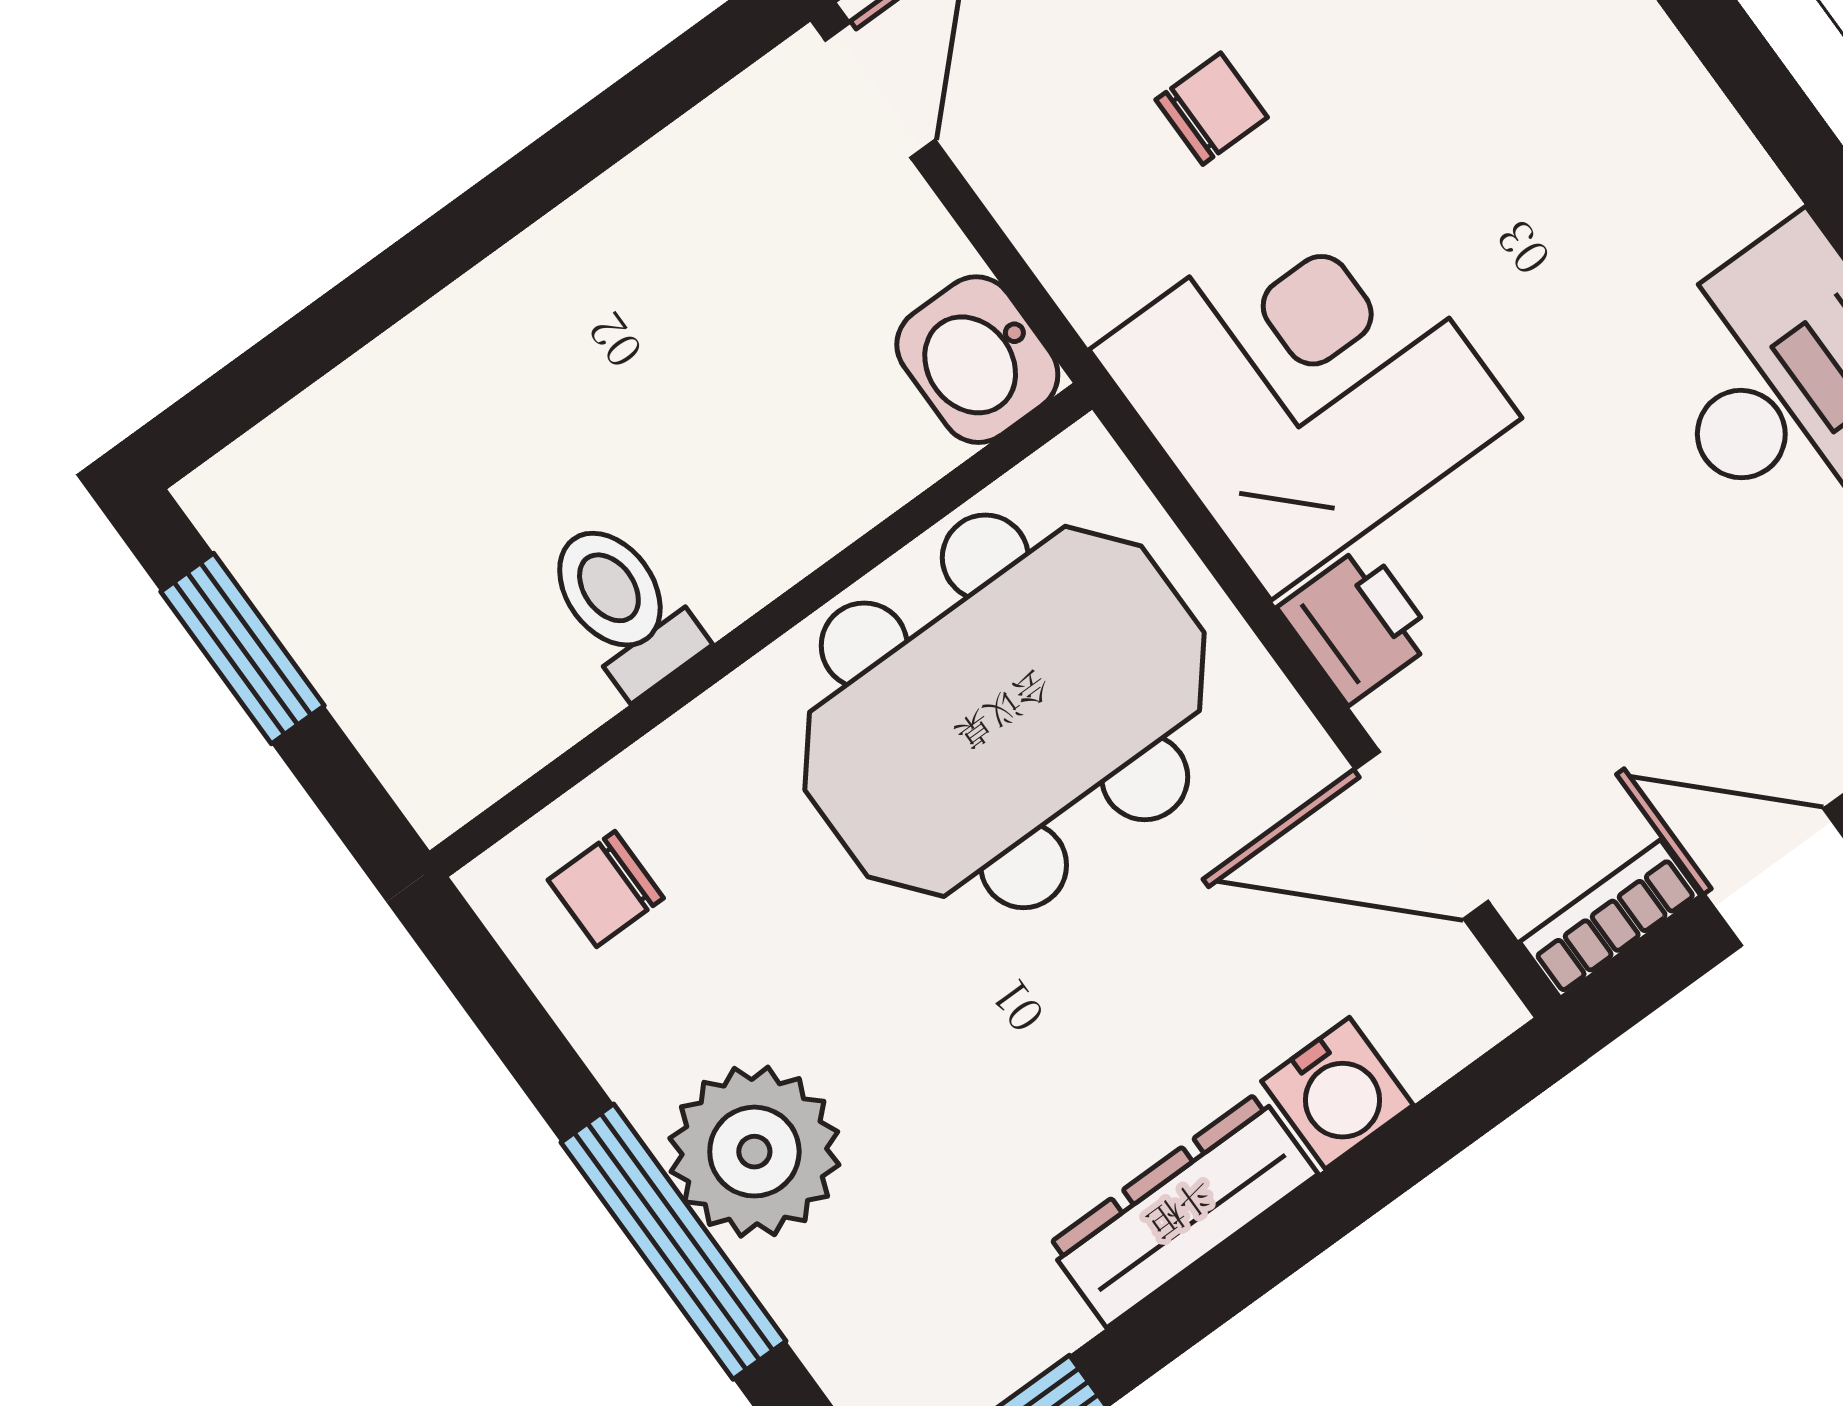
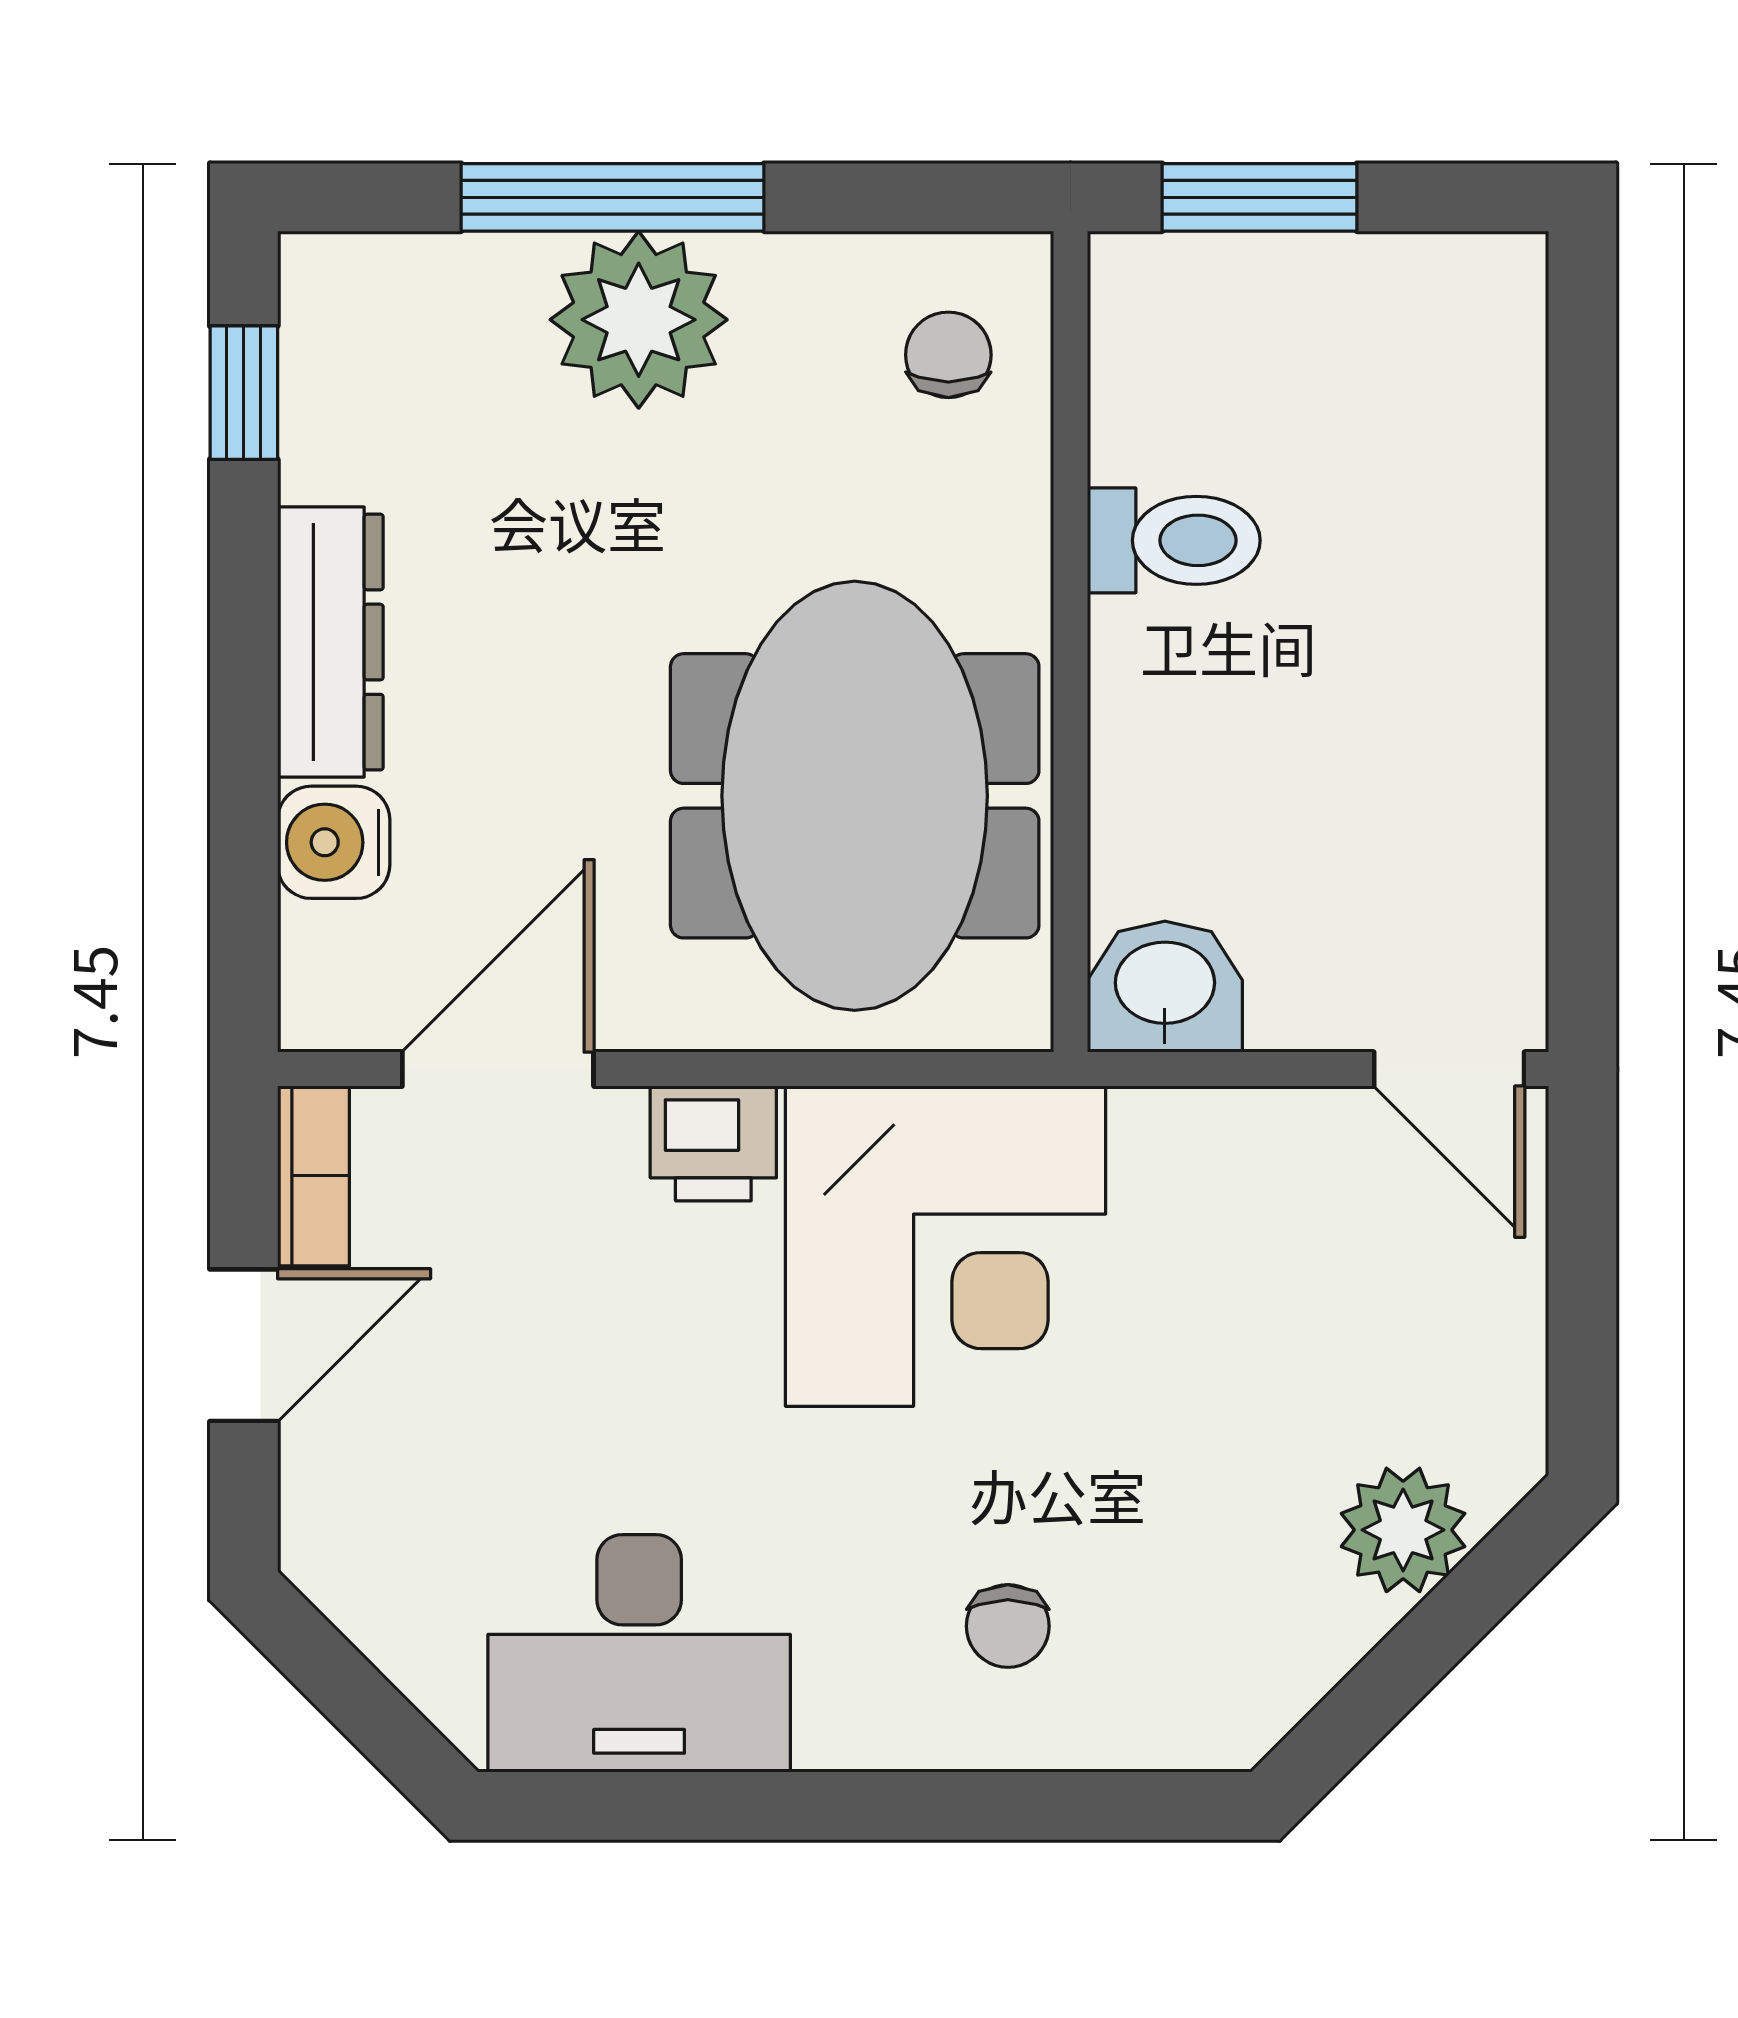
chair: (1212, 109) -> (1008, 1626), moved
window: (242, 649) -> (1259, 197), moved

